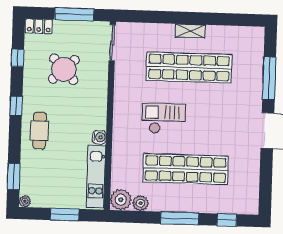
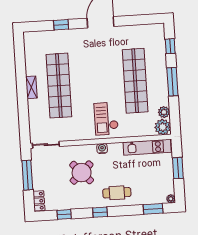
round table: (64, 69) -> (82, 173), moved
window: (269, 78) -> (61, 25), width x0.46
checkout: (164, 119) -> (106, 119), moved
water cooler: (99, 137) -> (102, 149), moved

